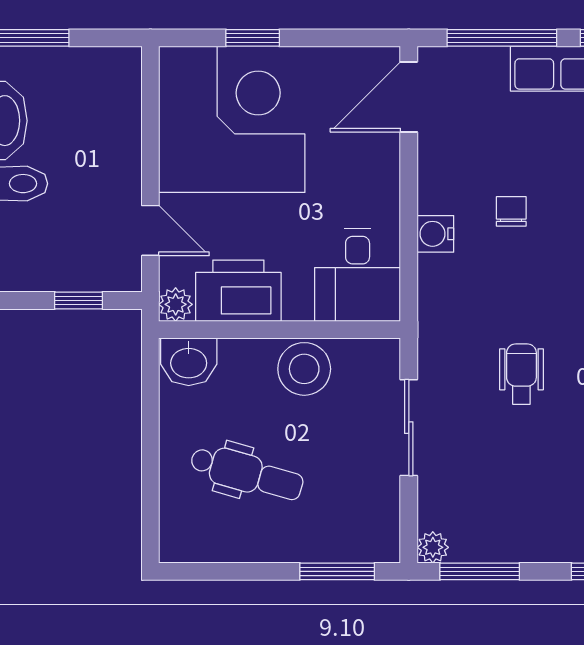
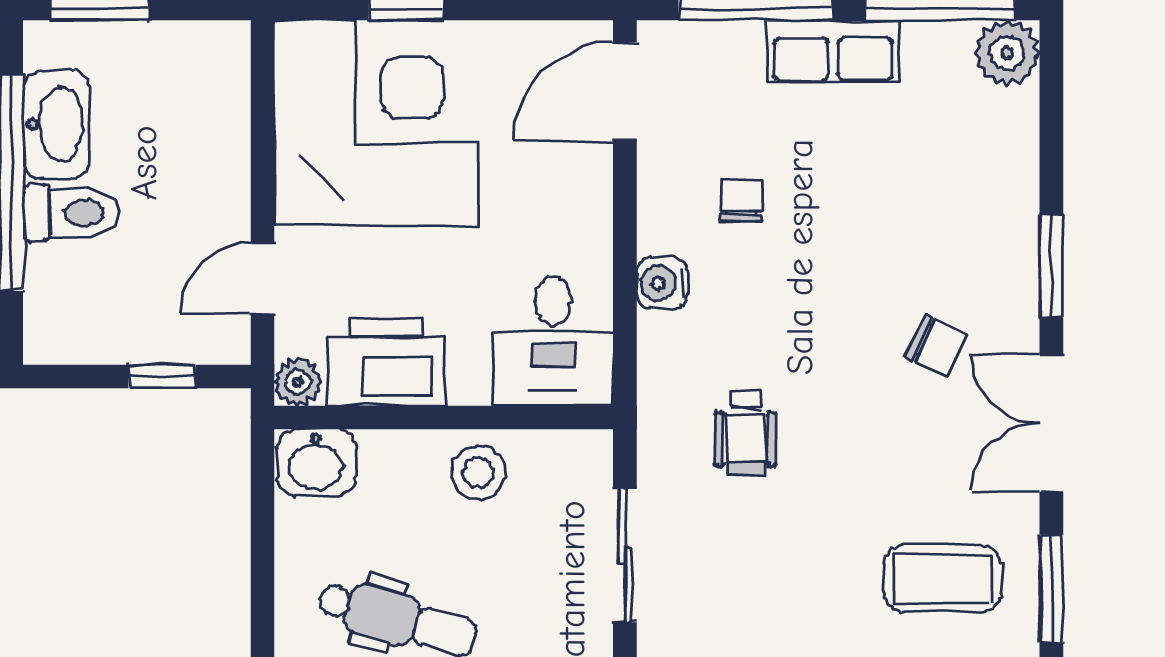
chair: (511, 211) -> (741, 201), moved
door: (150, 230) -> (263, 278), swing flipped
stool: (304, 369) -> (478, 473), width x0.73, depth x0.73
wheelchair: (521, 374) -> (746, 432), moved, turned 180

